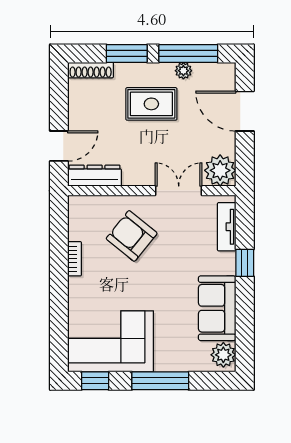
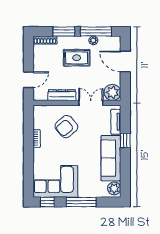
dresser: (95, 176) -> (62, 95), moved
armchair: (132, 236) -> (66, 127), turned -79
sofa: (217, 308) -> (111, 158), width x1.36

